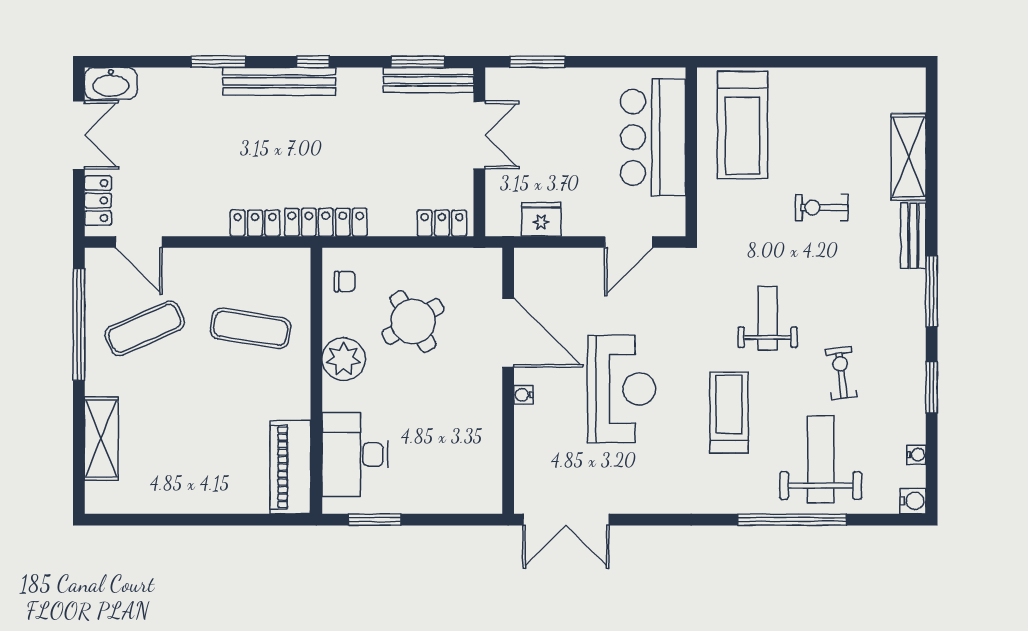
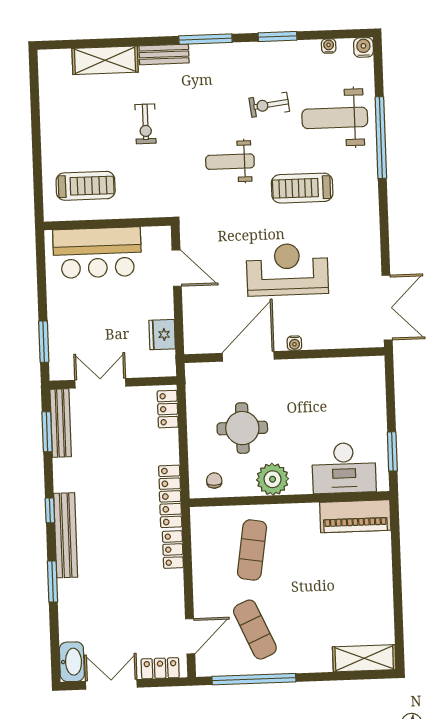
treadmill: (743, 125) -> (86, 186), width x0.73, depth x0.73
round table: (413, 321) -> (242, 428), turned 32
shelving: (101, 439) -> (364, 658), moved

